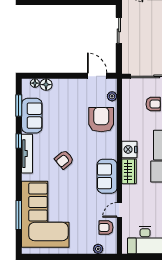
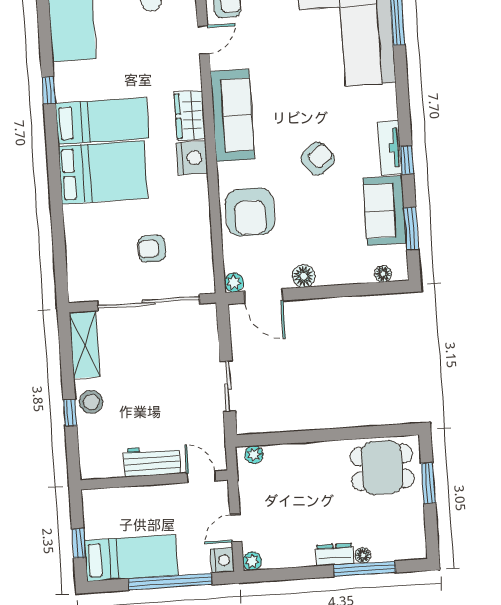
floor lamp: (46, 85) -> (304, 276), moved
plant: (112, 96) -> (234, 283), moved
tv unit: (27, 154) -> (390, 148), width x0.71
armchair: (64, 160) -> (318, 159), moved
sofa: (107, 176) -> (232, 115), width x1.36

